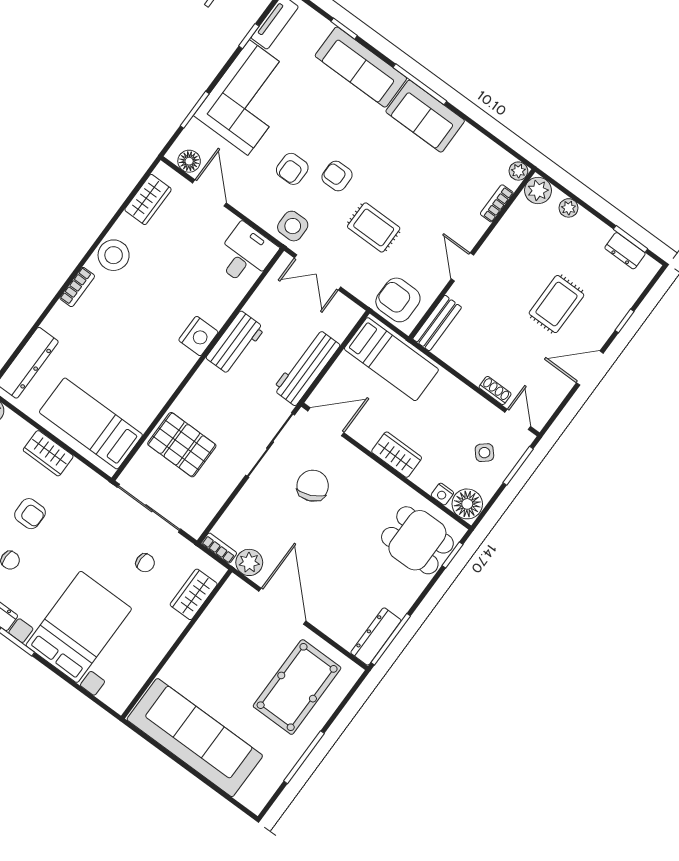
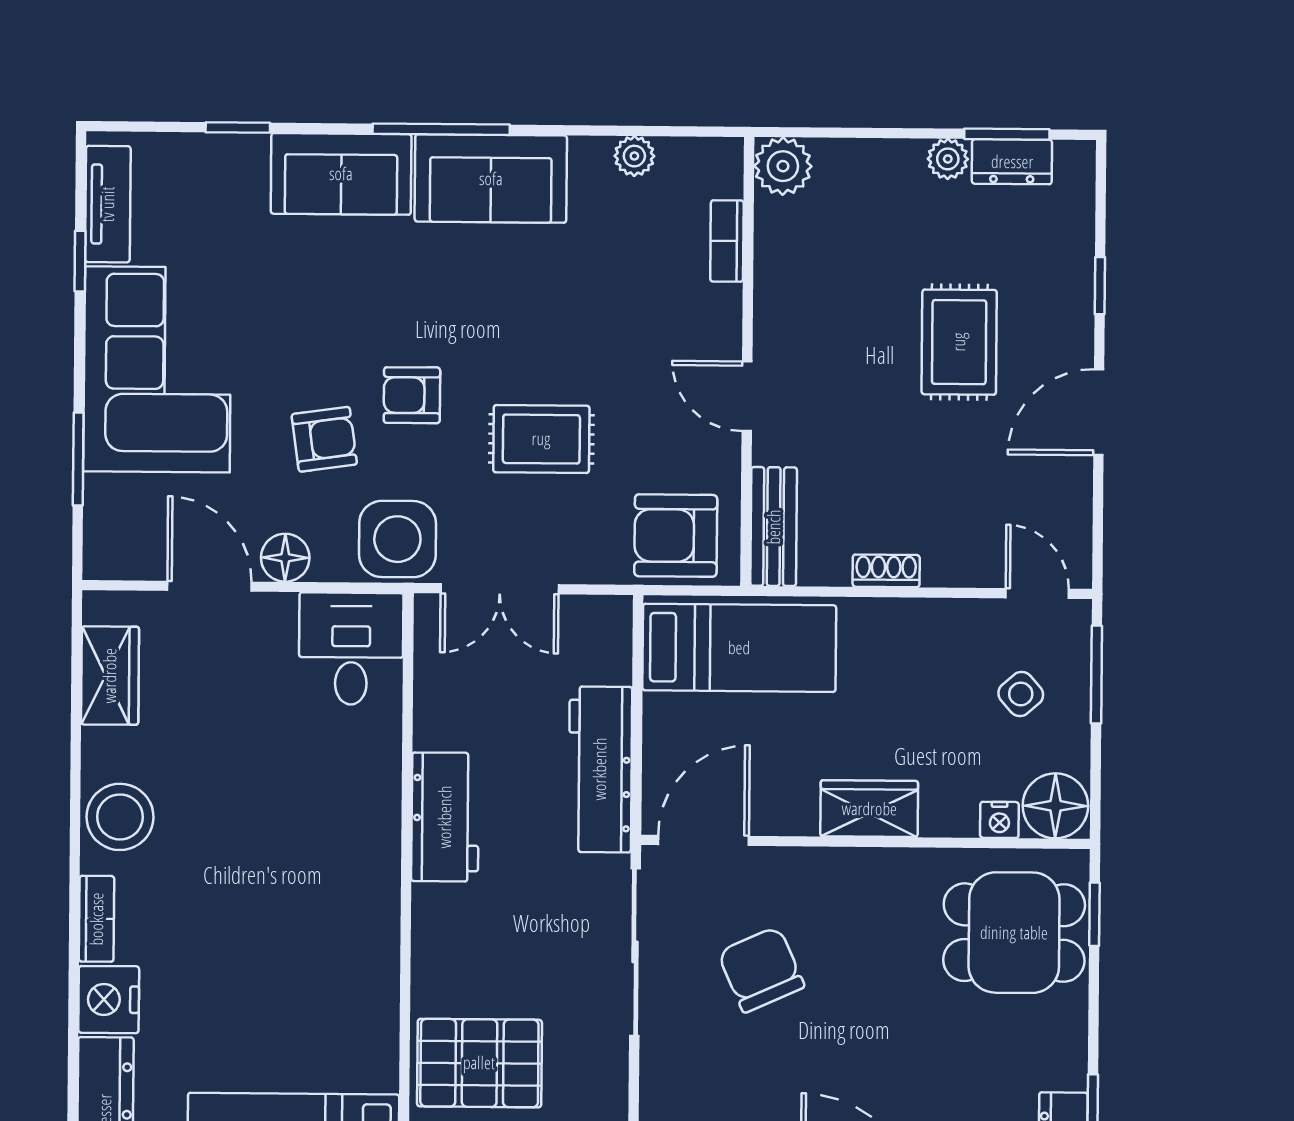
sofa: (361, 67) -> (341, 174), width x0.73
floor lamp: (189, 161) -> (285, 558), moved
armchair: (292, 169) -> (324, 439), turned -98
plant: (518, 171) -> (634, 156), moved
plant: (569, 208) -> (948, 159), moved
side table: (293, 226) -> (397, 539), width x1.37, depth x1.37
nightstand: (198, 336) -> (109, 1000), moved, turned 180
shoe rack: (495, 391) -> (886, 571), moved

